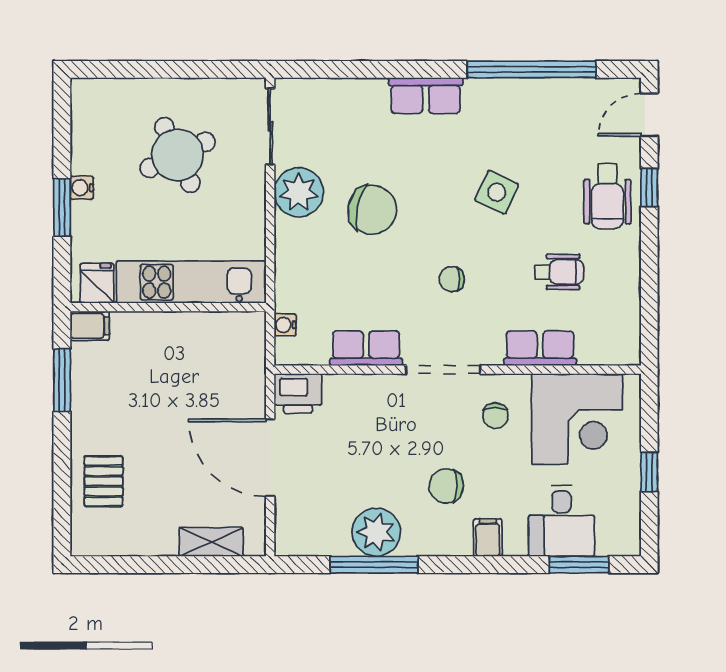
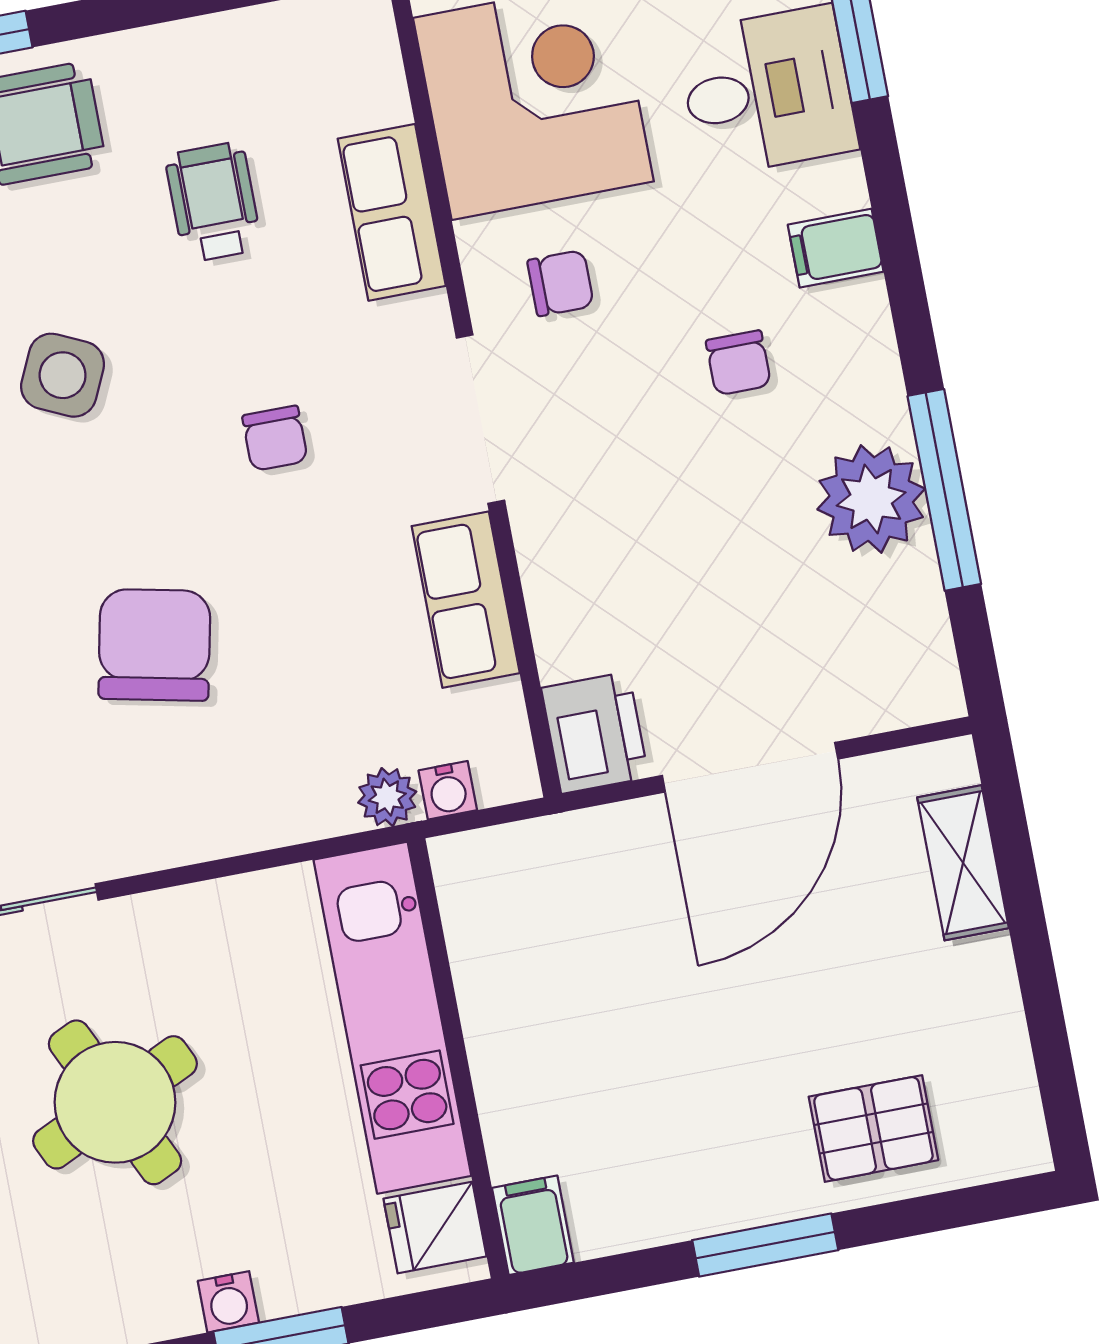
plant: (299, 192) -> (387, 797), moved, width x0.53, depth x0.53
window: (62, 380) -> (765, 1245), moved
chair: (446, 486) -> (738, 363), width x0.73, depth x0.73

